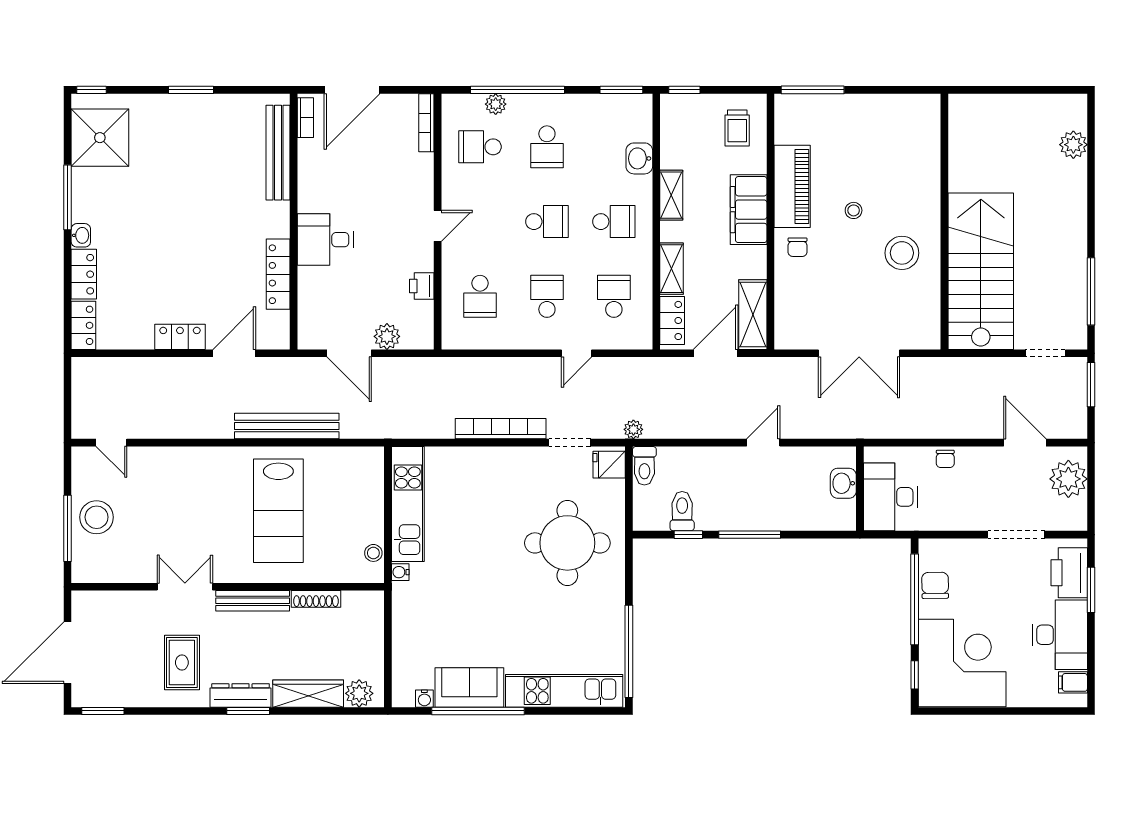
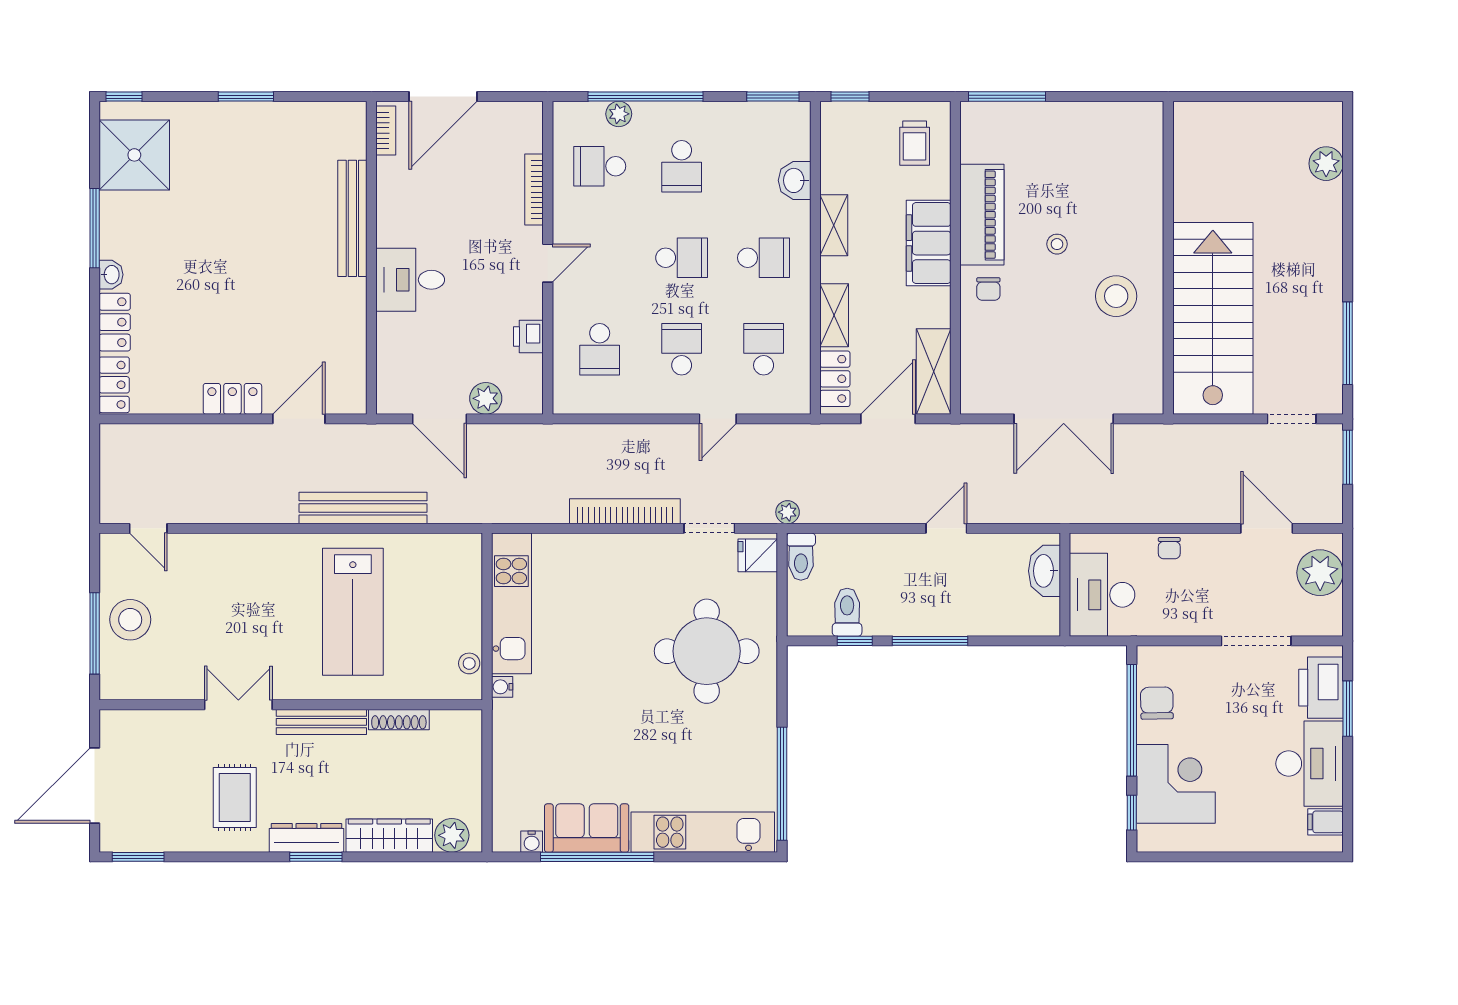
bookcase: (426, 123) -> (534, 190), moved
bench: (278, 153) -> (352, 218), moved
locker: (278, 274) -> (353, 322), removed
washbasin: (843, 483) -> (1044, 571), width x1.38
corner desk: (962, 663) -> (1176, 784), width x0.74, depth x0.74

